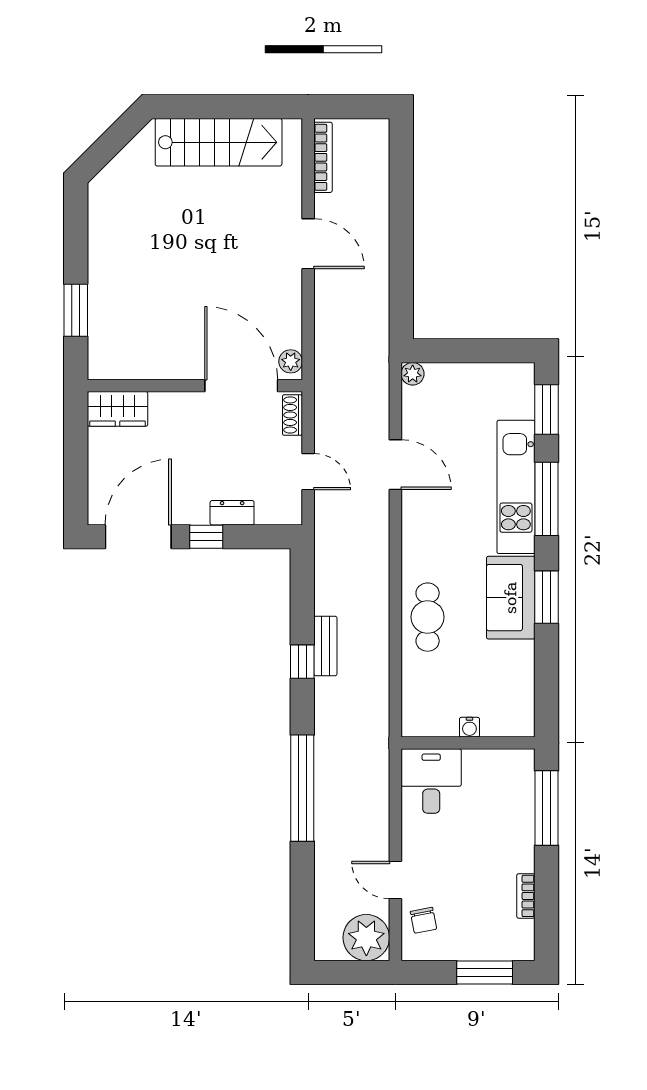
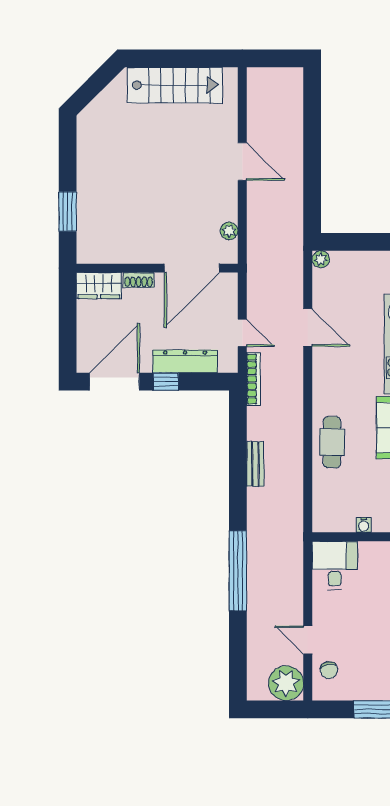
bookcase: (323, 157) -> (253, 379), moved
plant: (291, 361) -> (229, 231), moved
door: (241, 386) -> (192, 268), swing flipped
shoe rack: (292, 415) -> (139, 280), moved, turned -90
dresser: (232, 513) -> (185, 361), width x1.96, depth x1.24
window: (302, 662) -> (238, 476), removed

